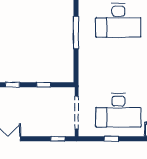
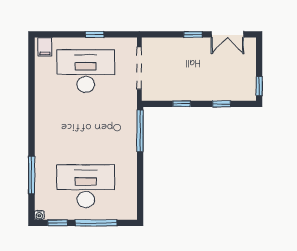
window: (76, 33) -> (140, 131), moved
window: (58, 139) -> (193, 34), moved

